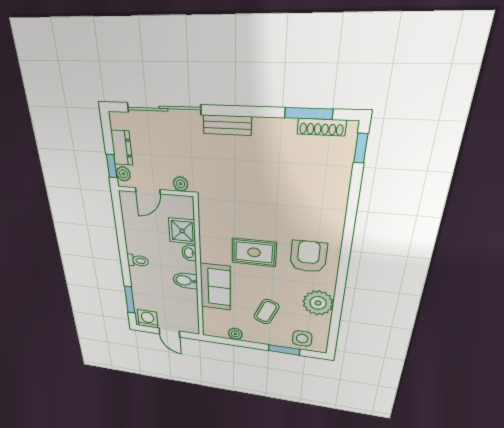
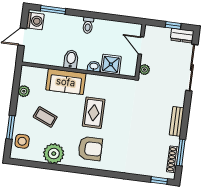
bench: (227, 125) -> (177, 121), moved
dresser: (122, 148) -> (182, 36), moved
window: (112, 166) -> (173, 25), moved
plant: (123, 174) -> (154, 31), removed

